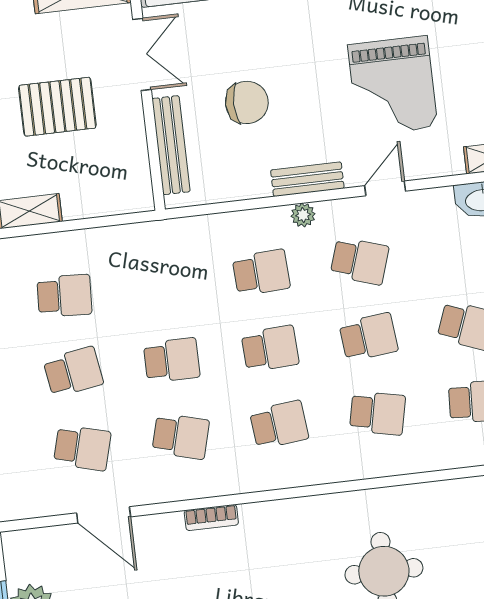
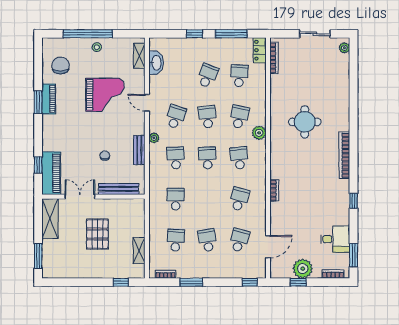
chair: (247, 102) -> (105, 156), width x0.54, depth x0.54
bench: (307, 179) -> (139, 150), moved
school desk: (172, 360) -> (176, 199), moved
plant: (345, 465) -> (259, 133), added
door: (104, 515) -> (268, 247), moved

